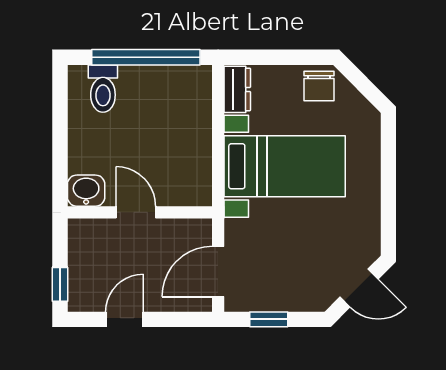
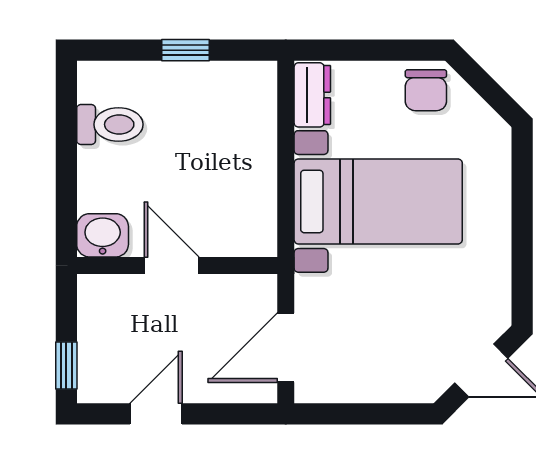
window: (146, 57) -> (186, 50), width x0.32
toilet: (103, 89) -> (110, 124), moved, turned -90
window: (269, 319) -> (356, 414), removed

